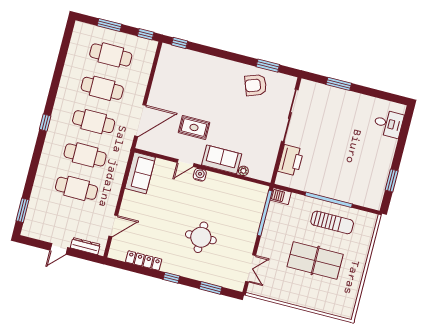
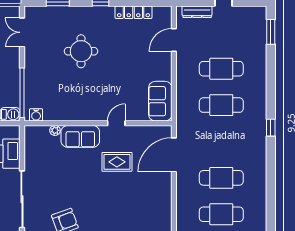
cafe table: (94, 122) -> (221, 141), removed
water cooler: (200, 175) -> (36, 115), moved

